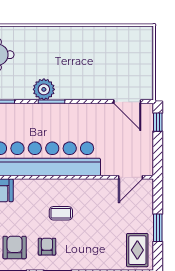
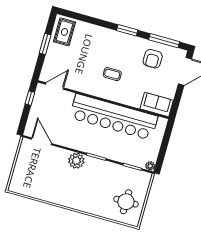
plant: (44, 89) -> (76, 161), moved
window: (158, 122) -> (30, 98), moved
armchair: (47, 247) -> (129, 53), removed

